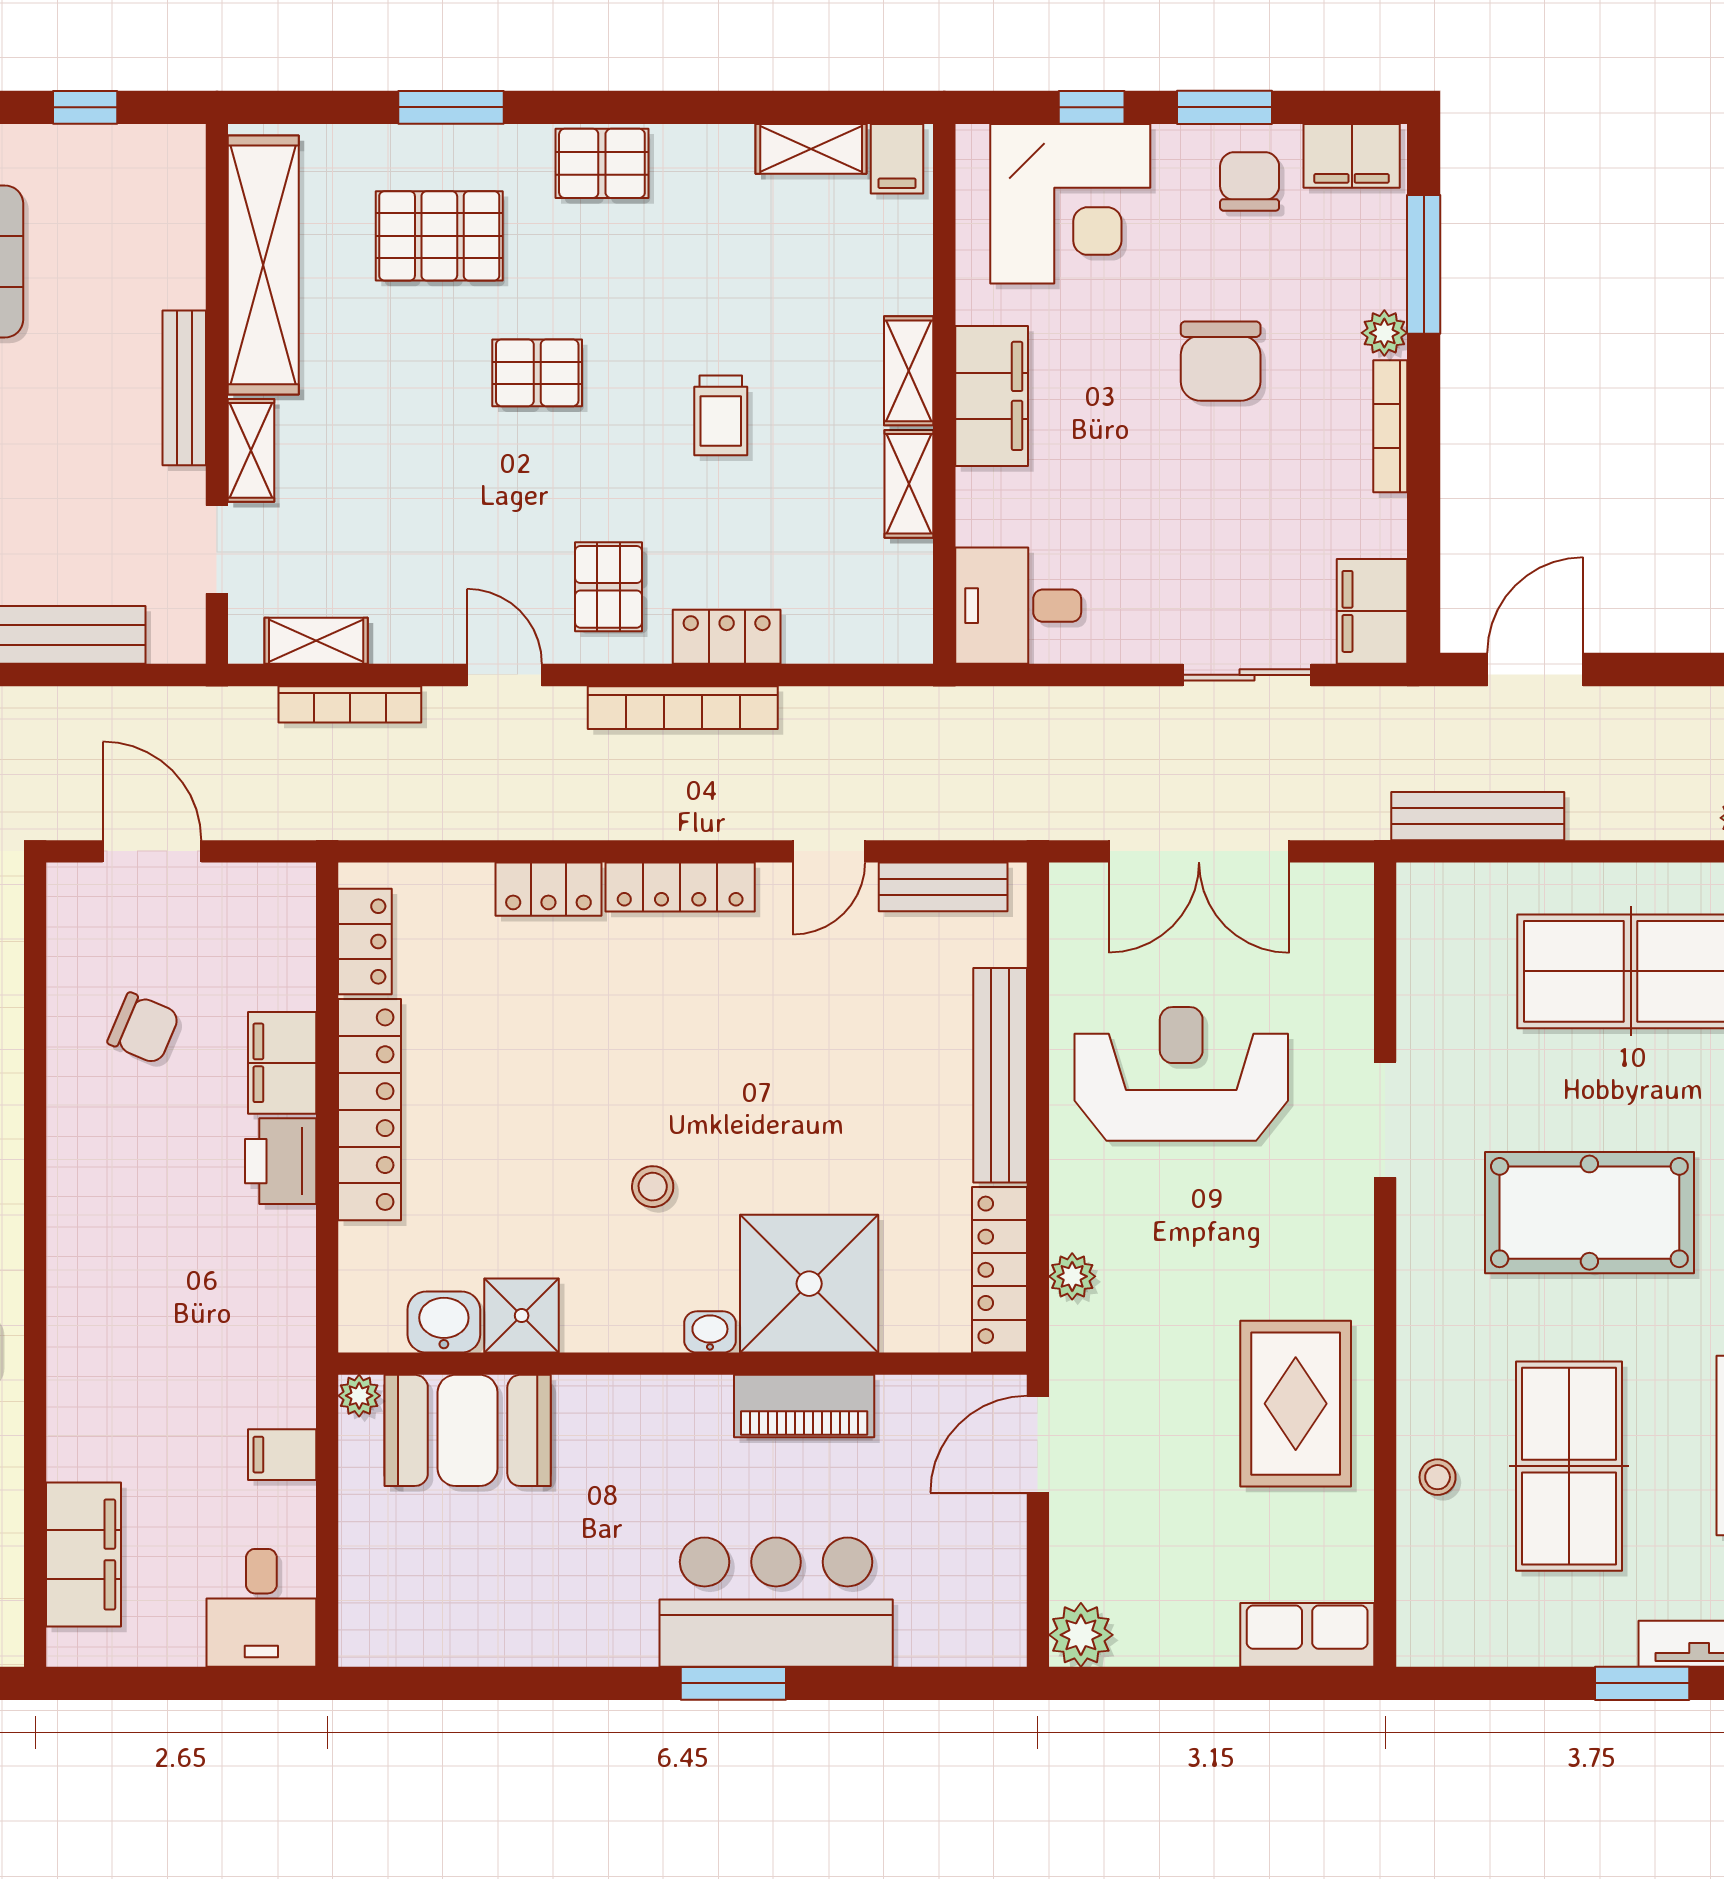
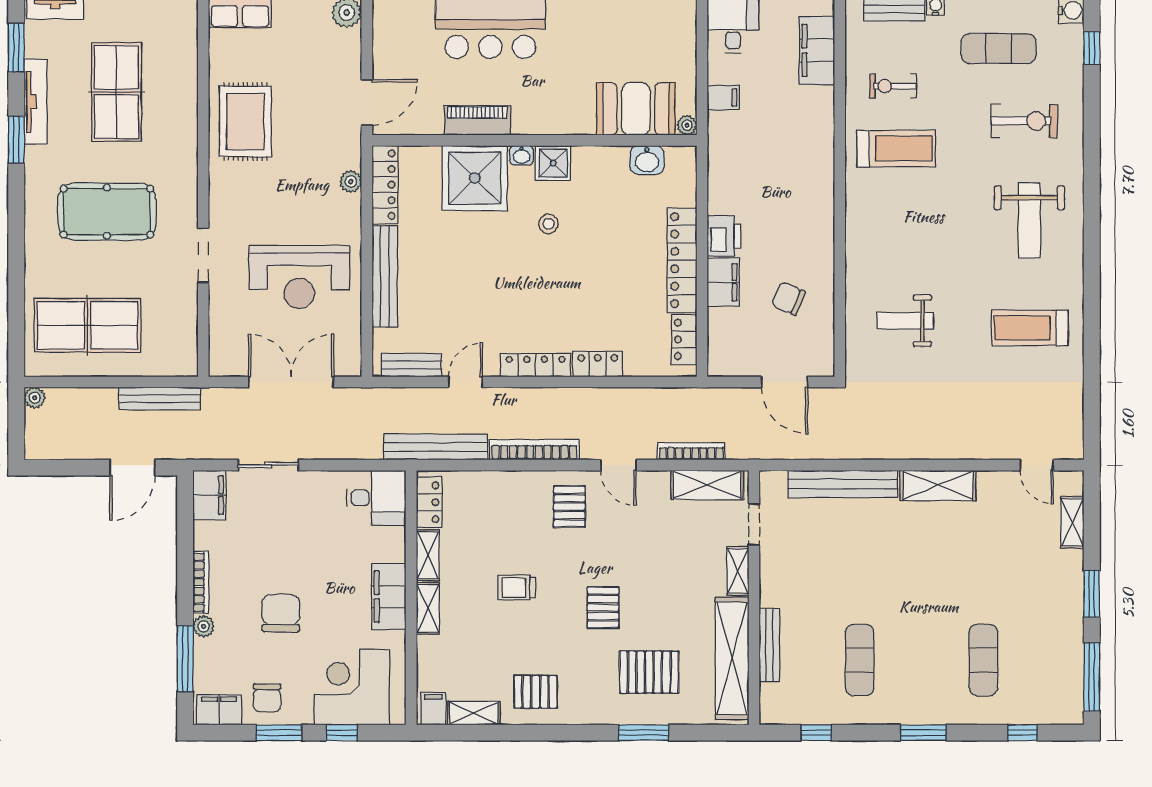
pallet: (602, 163) -> (536, 692), moved
pallet: (537, 373) -> (603, 608), turned 90
bench: (184, 388) -> (769, 645), moved
trolley: (721, 415) -> (516, 587), turned -90
locker: (727, 637) -> (429, 502), moved, turned -90
shelving: (316, 641) -> (707, 485), width x1.50, depth x1.33
bench: (892, 713) -> (436, 447), added
shower: (522, 1316) -> (553, 163), moved
stool: (1438, 1477) -> (178, 87), removed

